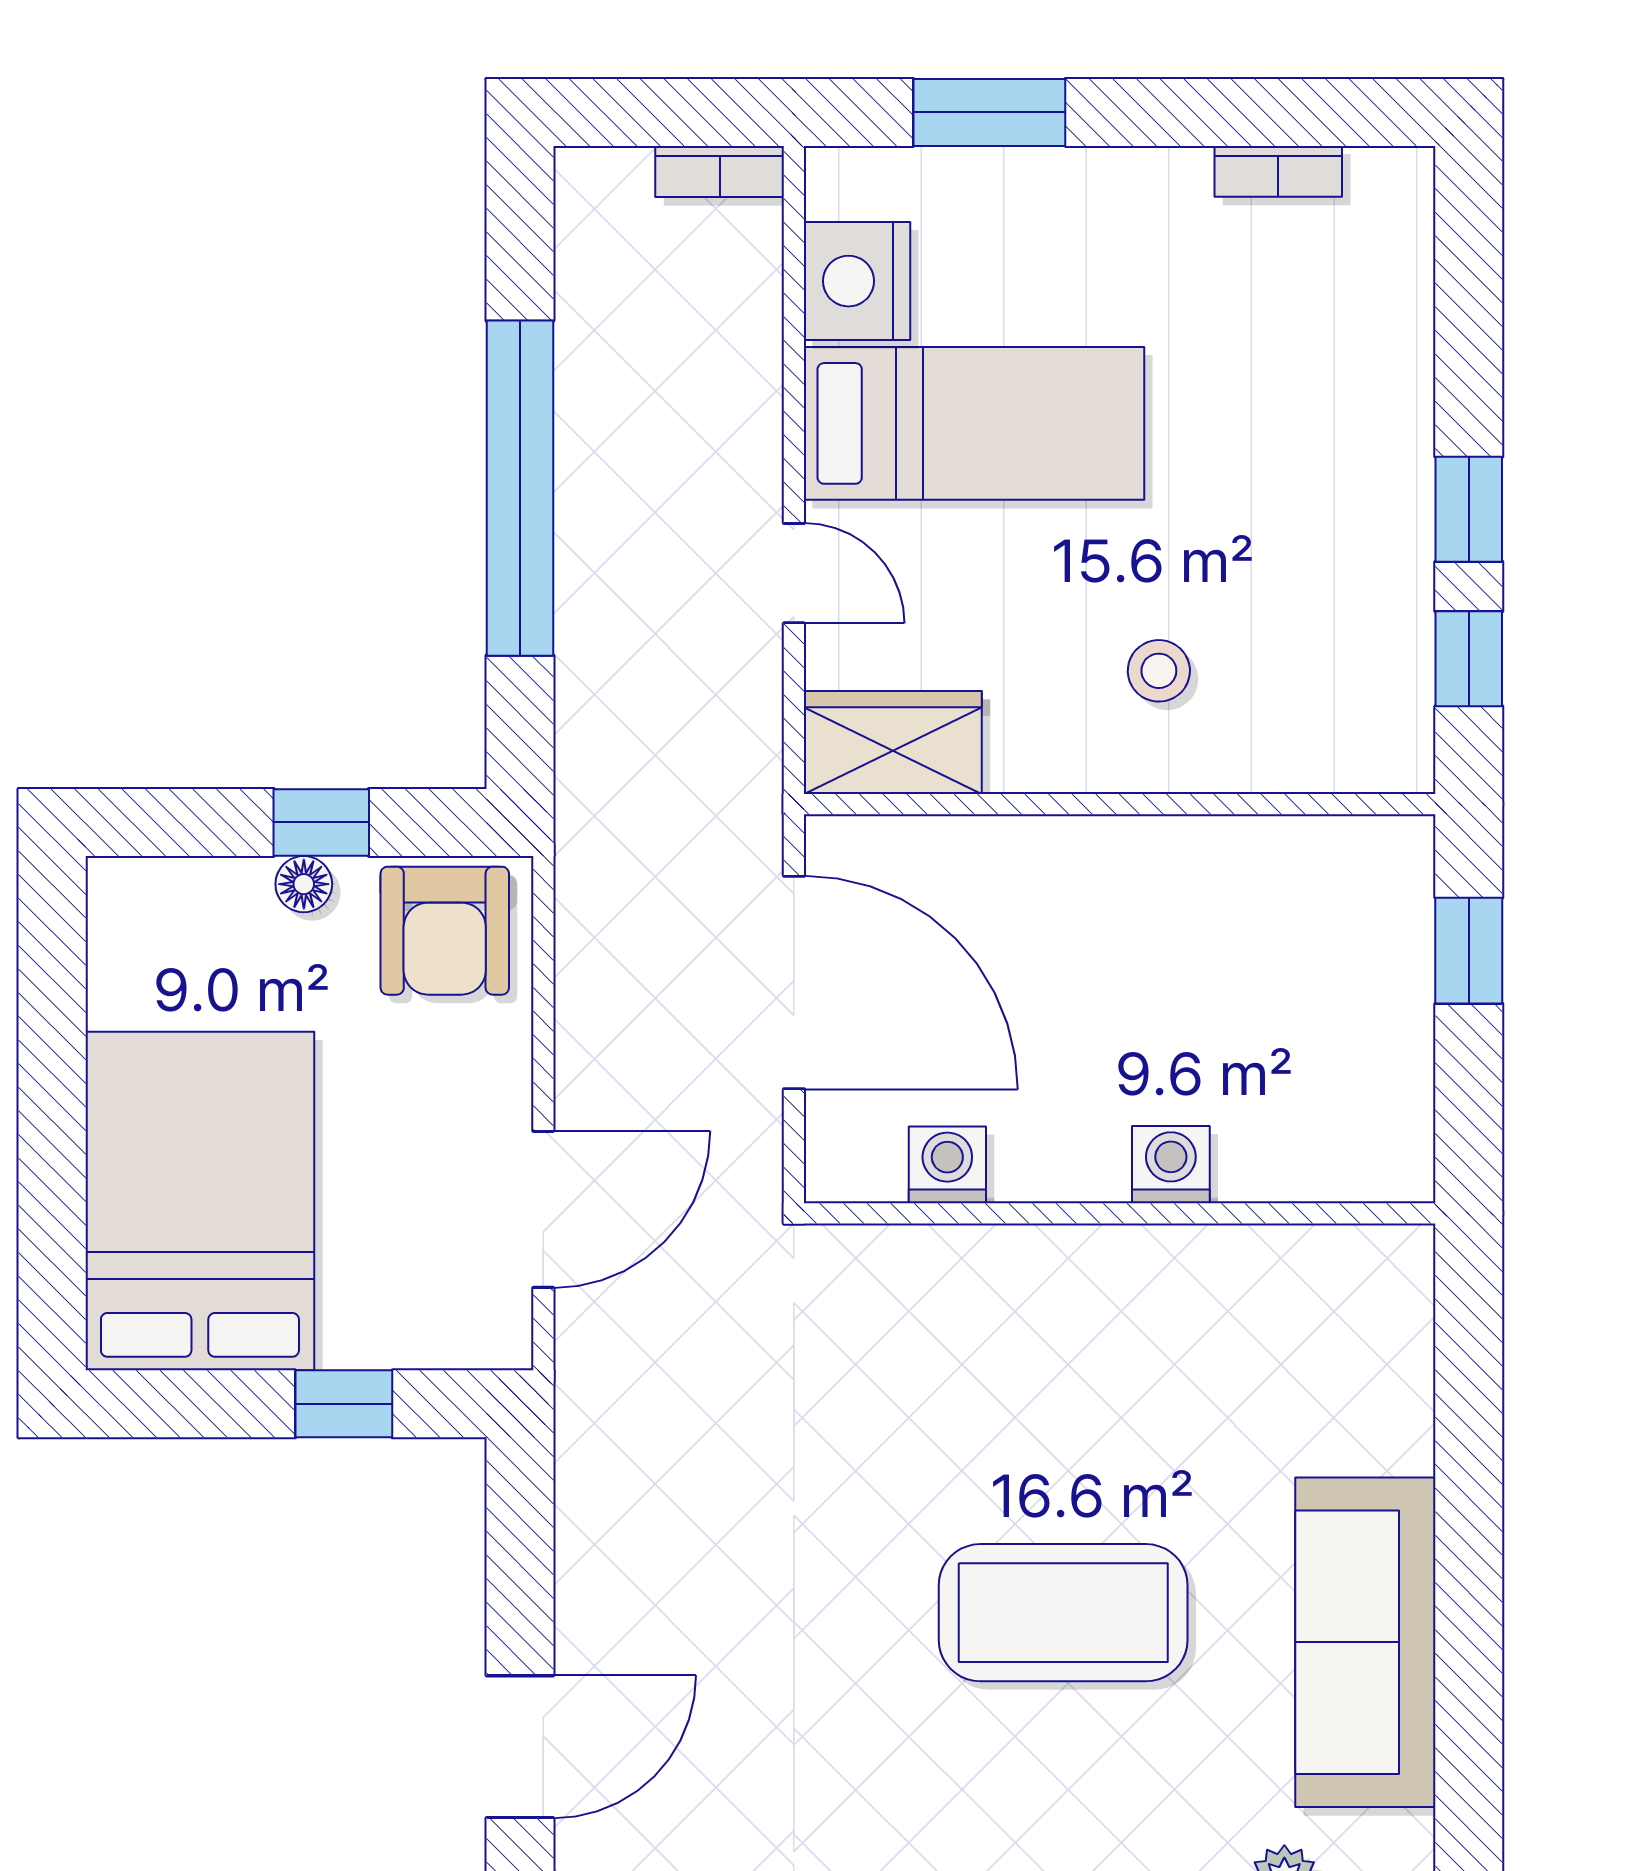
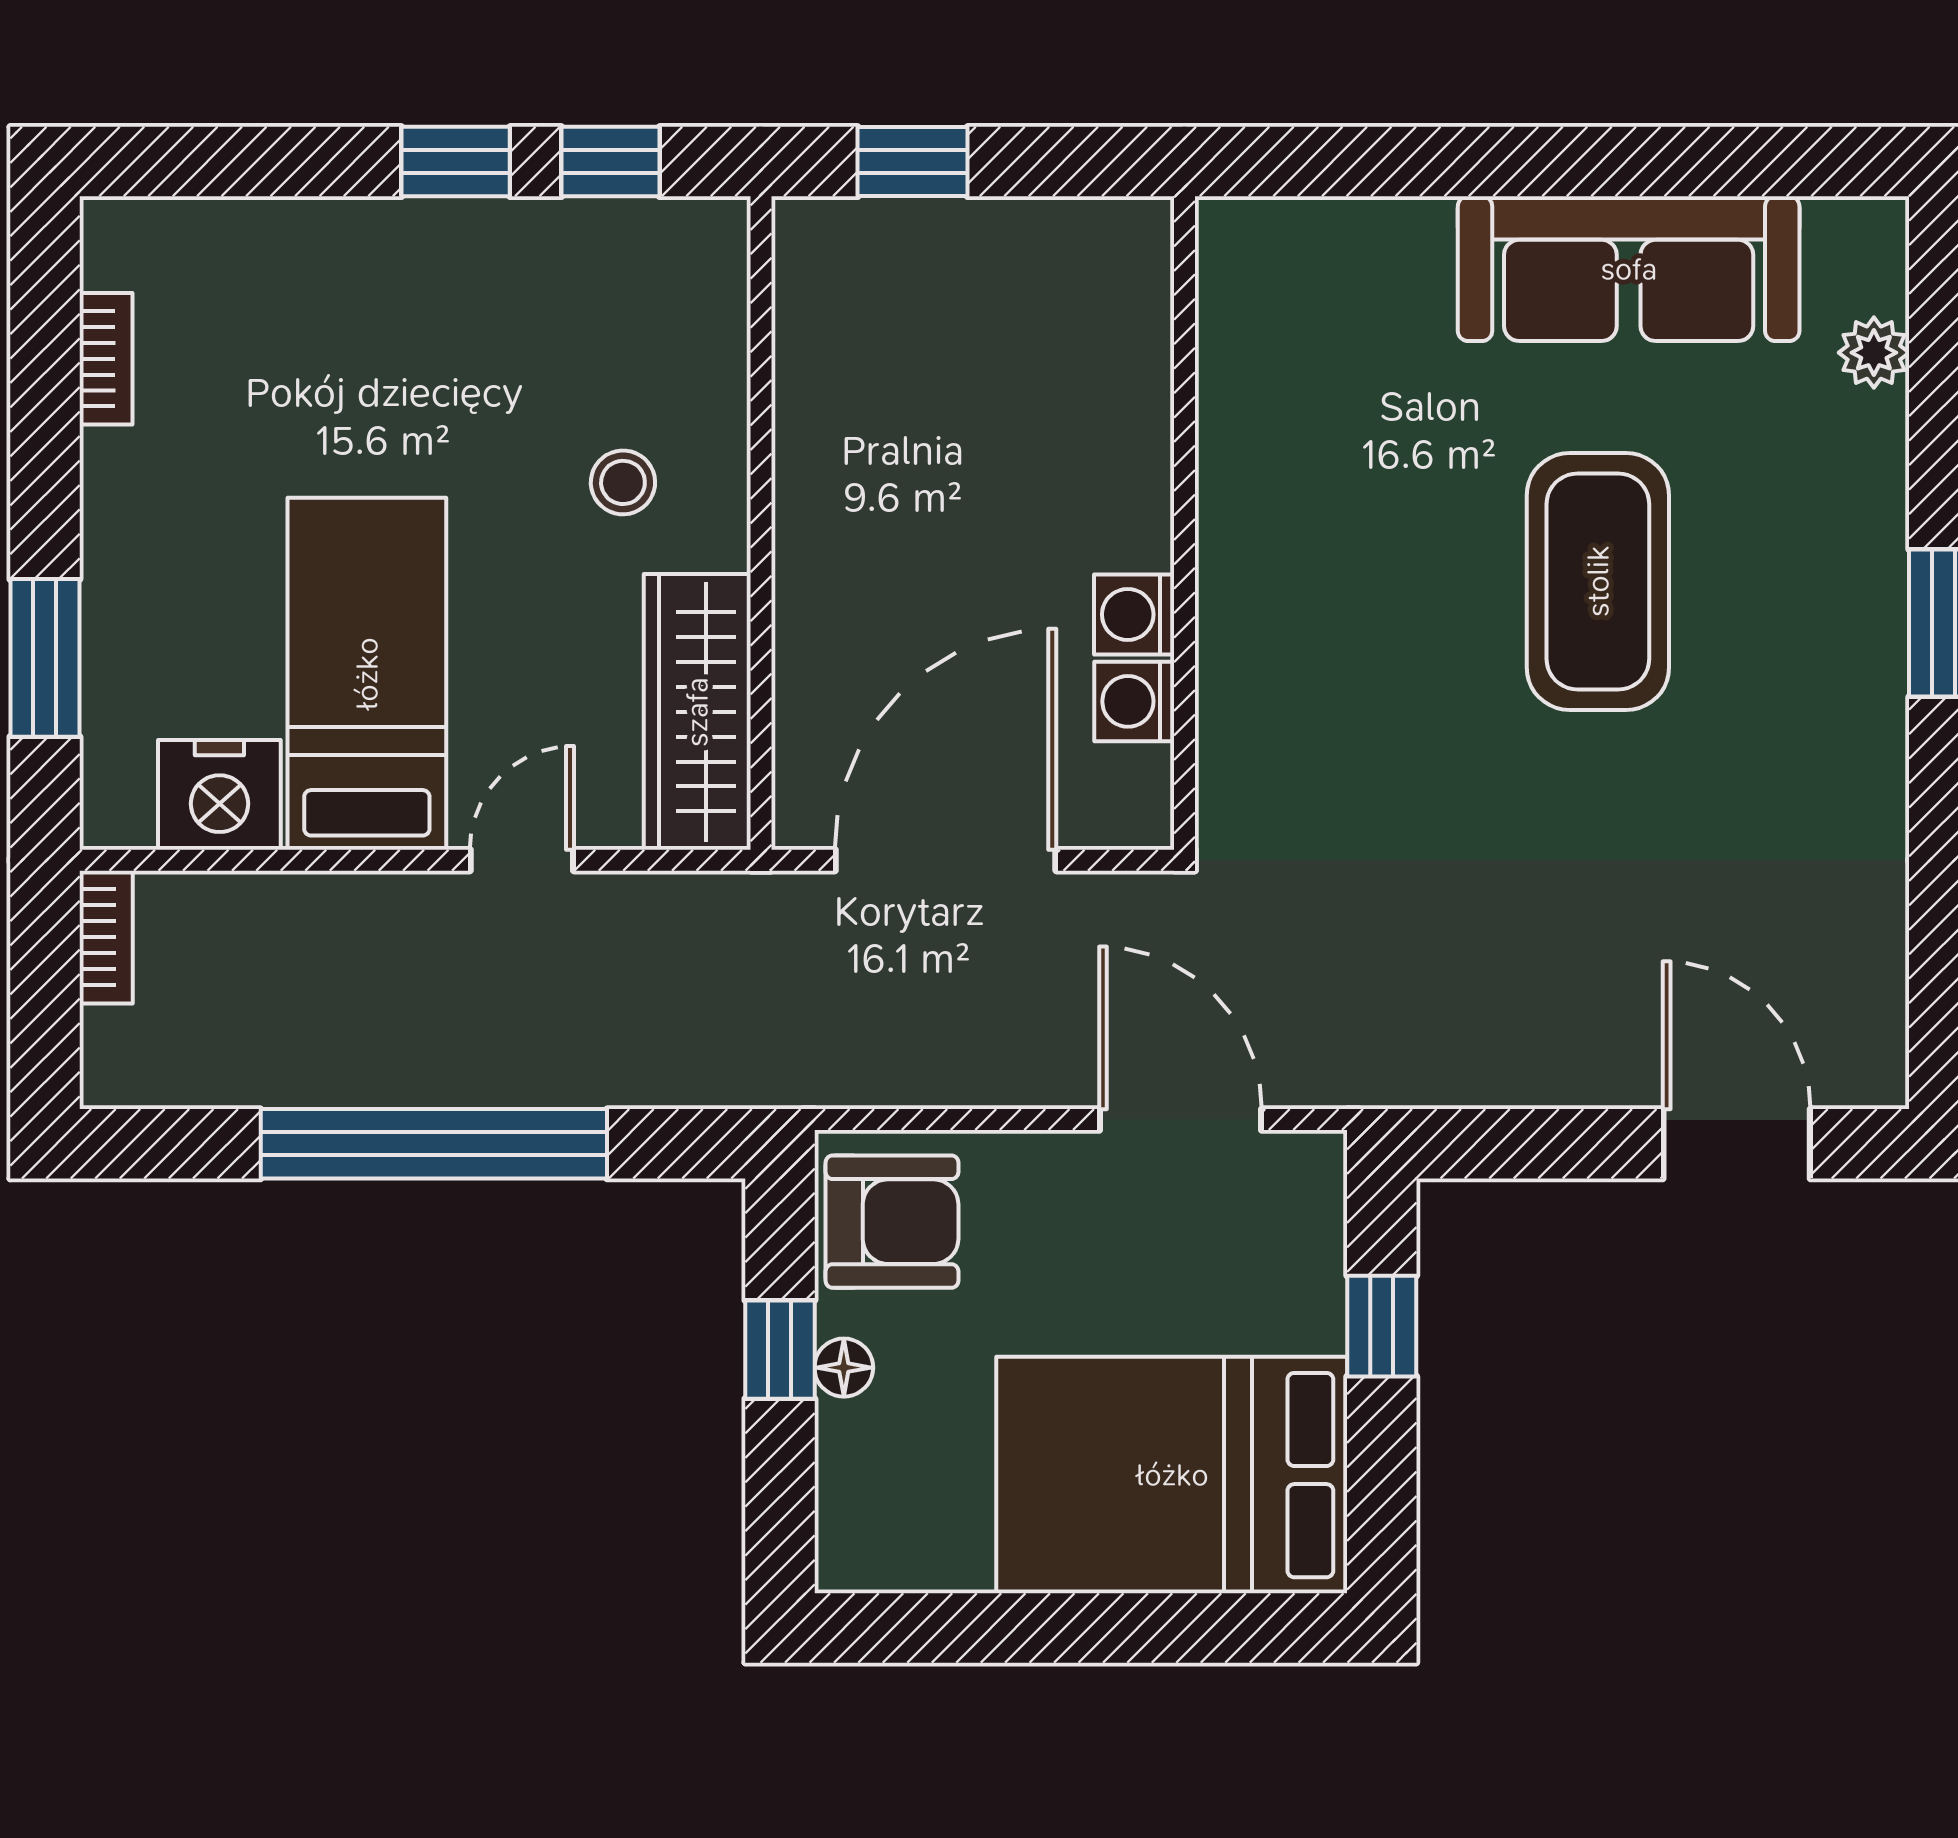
wardrobe: (893, 743) -> (697, 712), width x1.50
washing machine: (1171, 1165) -> (1134, 614), moved

